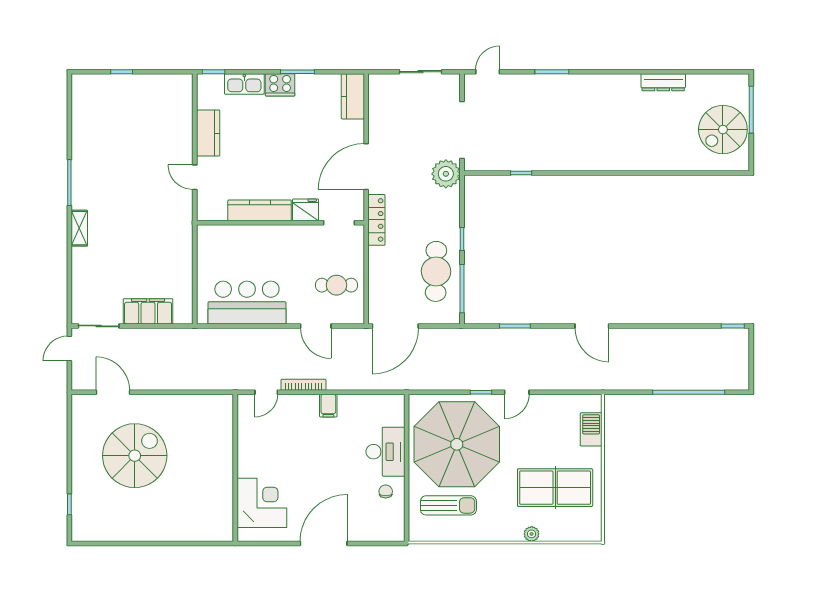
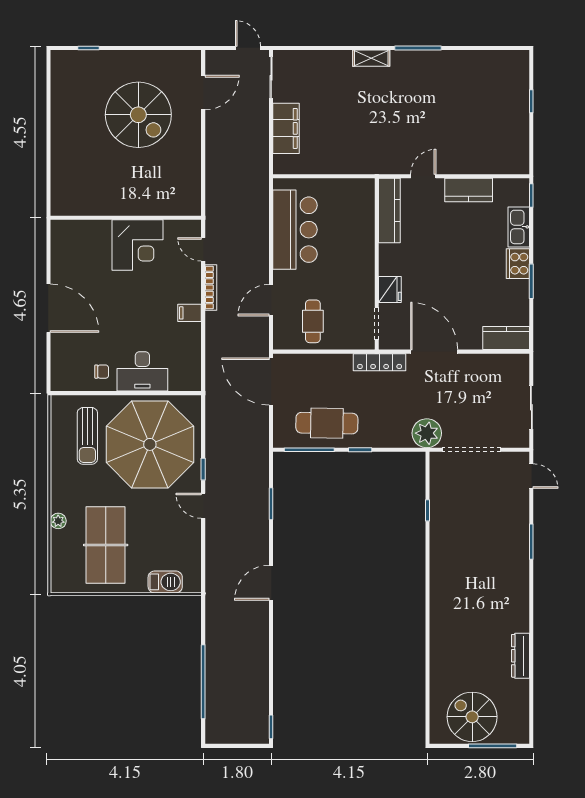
kitchen counter: (260, 210) -> (389, 210), moved
corner desk: (262, 503) -> (137, 245), moved

